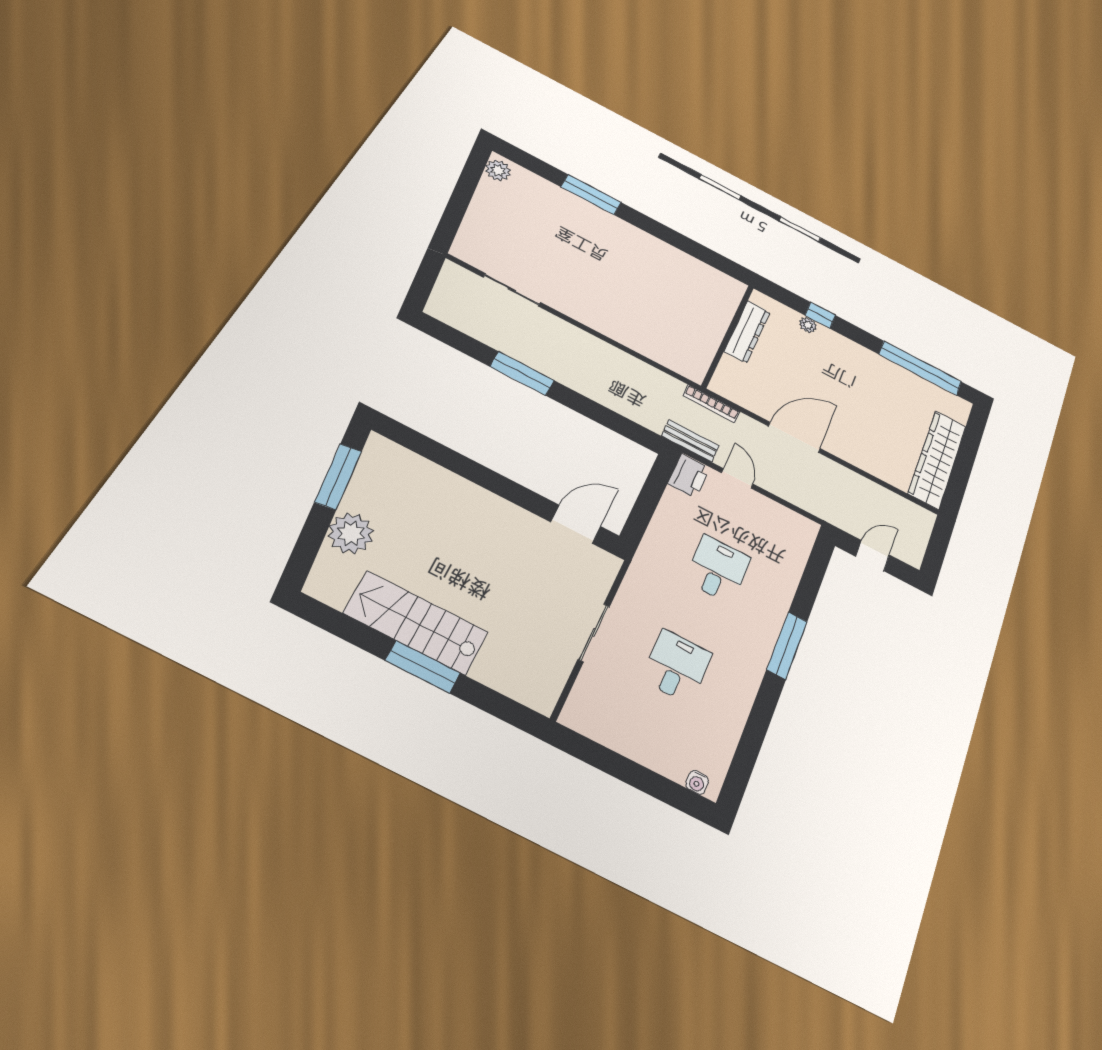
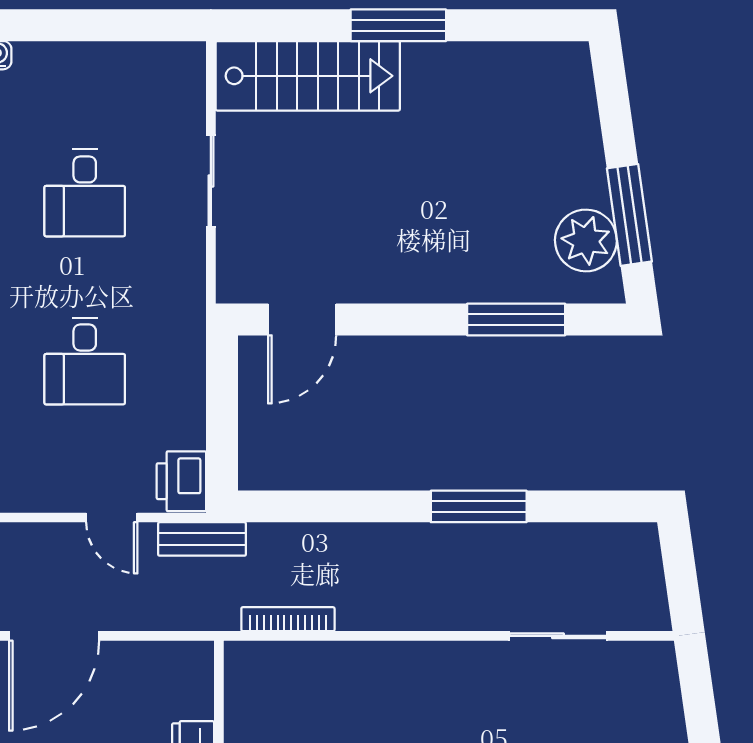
bookcase: (711, 404) -> (288, 619), moved
window: (444, 456) -> (516, 319), added
plant: (351, 533) -> (586, 240), moved
stairs: (416, 623) -> (308, 76), moved

